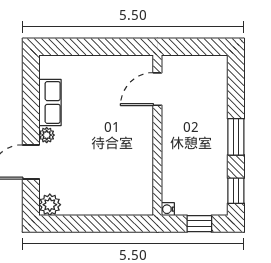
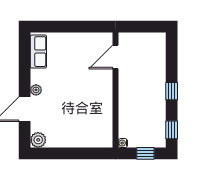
row of seats: (50, 102) -> (38, 52), moved
window: (236, 137) -> (172, 91), width x0.67

